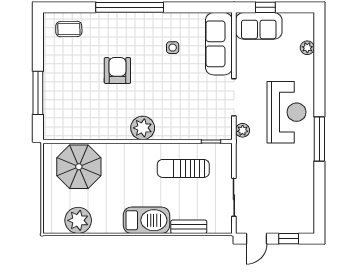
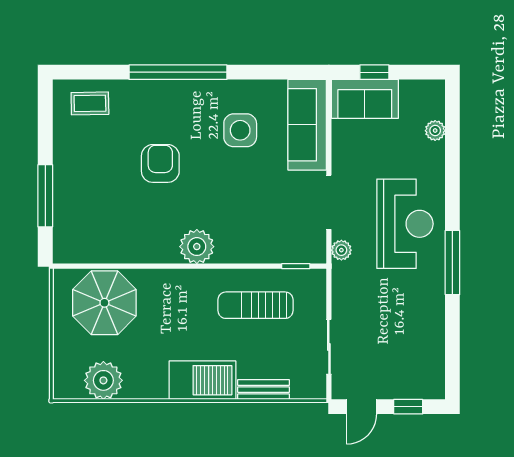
side table: (173, 48) -> (240, 130), width x1.87, depth x1.87

